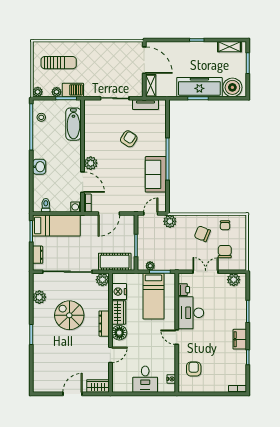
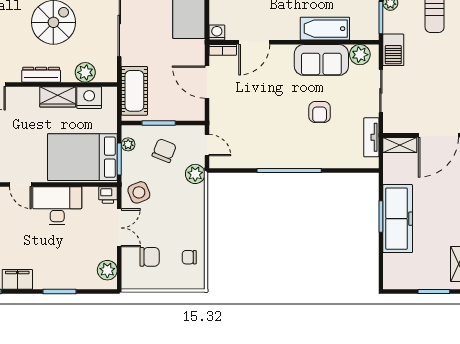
boiler: (232, 87) -> (397, 268), removed
barbecue: (73, 90) -> (393, 50), moved
bathtub: (73, 124) -> (325, 29), moved
armchair: (129, 139) -> (320, 112), turned 57
plant: (91, 163) -> (360, 55), moved
sofa: (156, 174) -> (321, 60), moved, turned 180
chair: (202, 234) -> (164, 151), moved
side table: (182, 259) -> (139, 192), added
plant: (102, 280) -> (85, 72), moved
printer: (184, 290) -> (108, 195), moved
bed: (153, 296) -> (82, 157), width x1.50
floor lamp: (119, 333) -> (27, 98), removed
door: (177, 337) -> (20, 184), swing flipped

